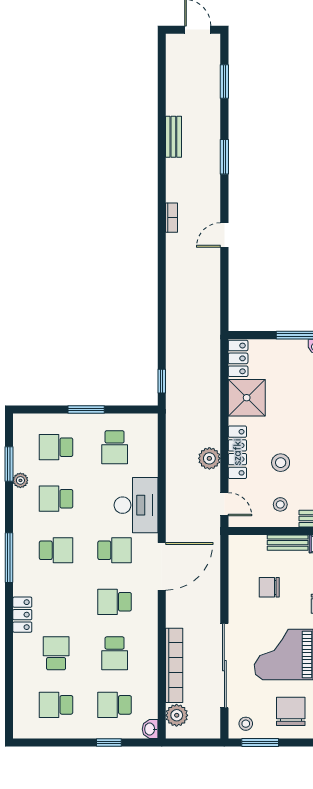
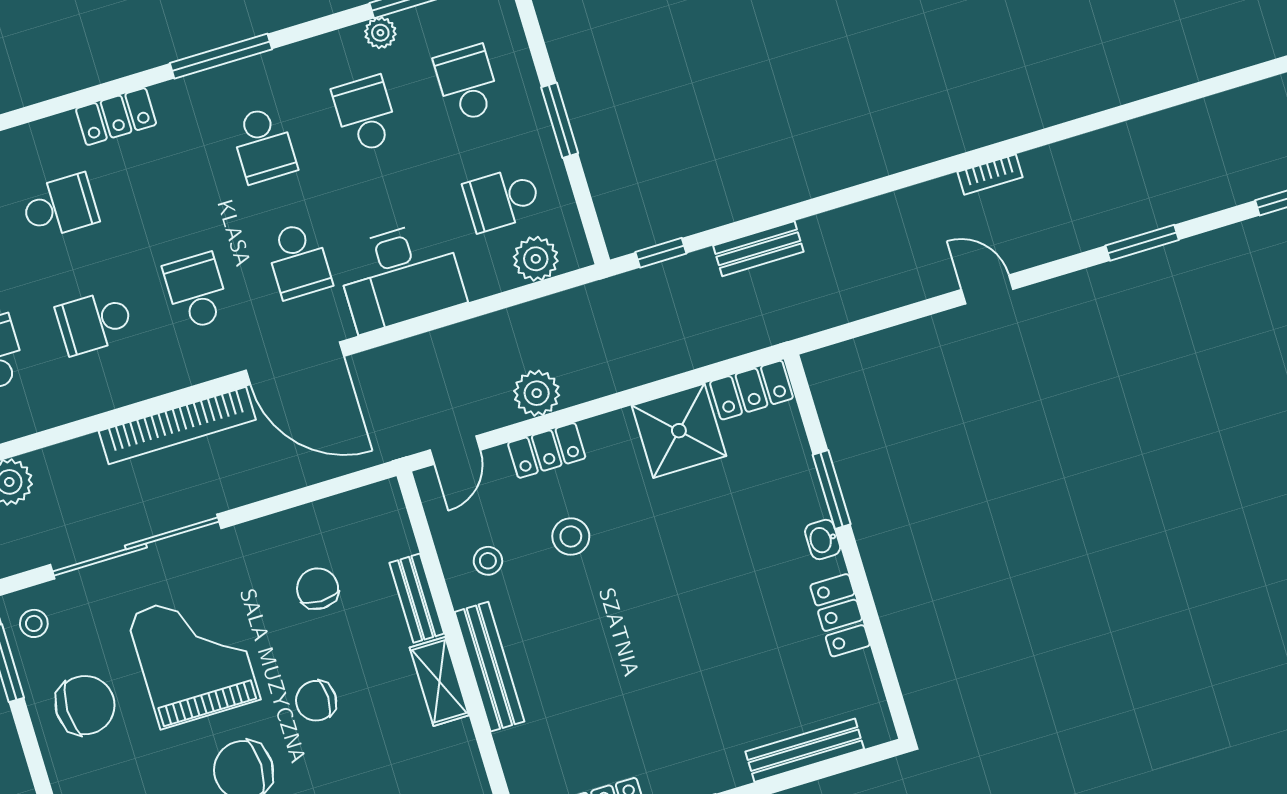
bench: (173, 137) -> (758, 249), moved
plant: (147, 440) -> (536, 259), added
locker: (237, 452) -> (547, 450), width x0.66
bookcase: (174, 665) -> (177, 425), moved

